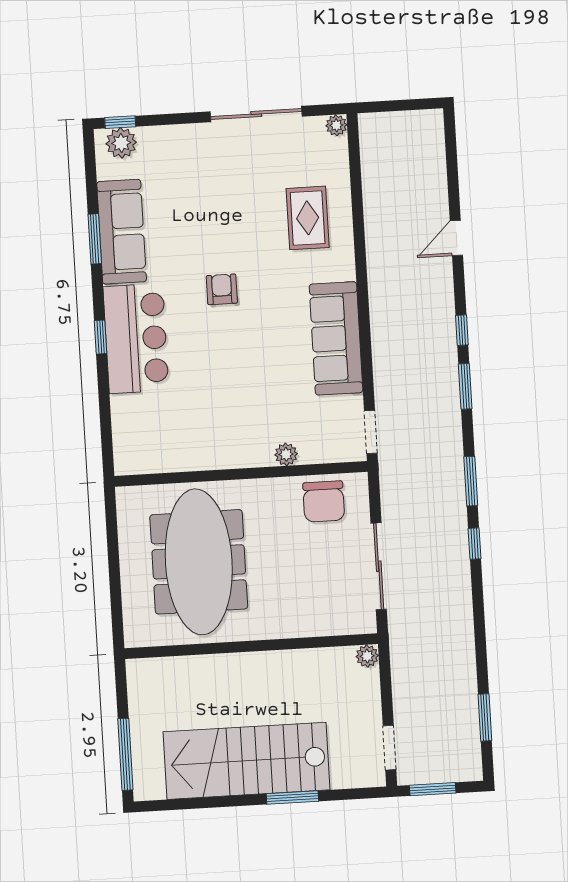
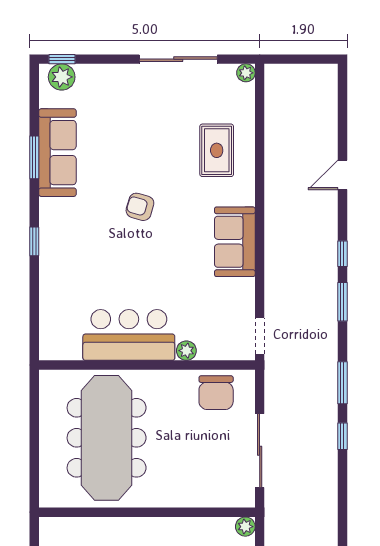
armchair: (222, 289) -> (140, 207), turned -74
bar counter: (136, 338) -> (129, 335), moved, turned -90
sofa: (336, 338) -> (235, 242), width x0.73

